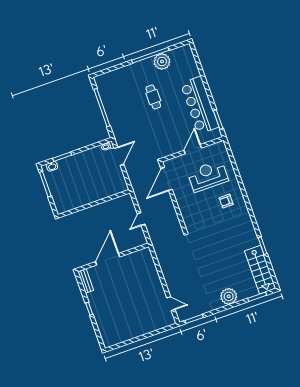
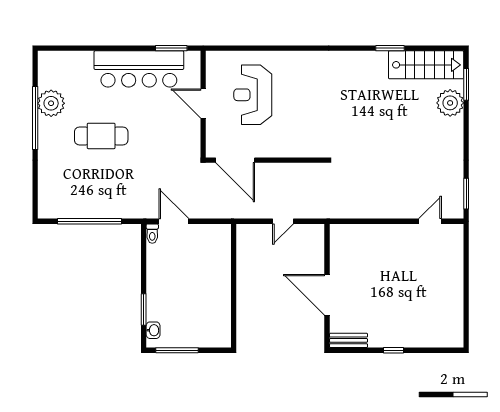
cafe table: (153, 97) -> (101, 136), width x1.37, depth x1.35
armchair: (226, 201) -> (301, 80), removed
door: (141, 219) -> (283, 221), hinge flipped
plant: (229, 296) -> (450, 103), moved

